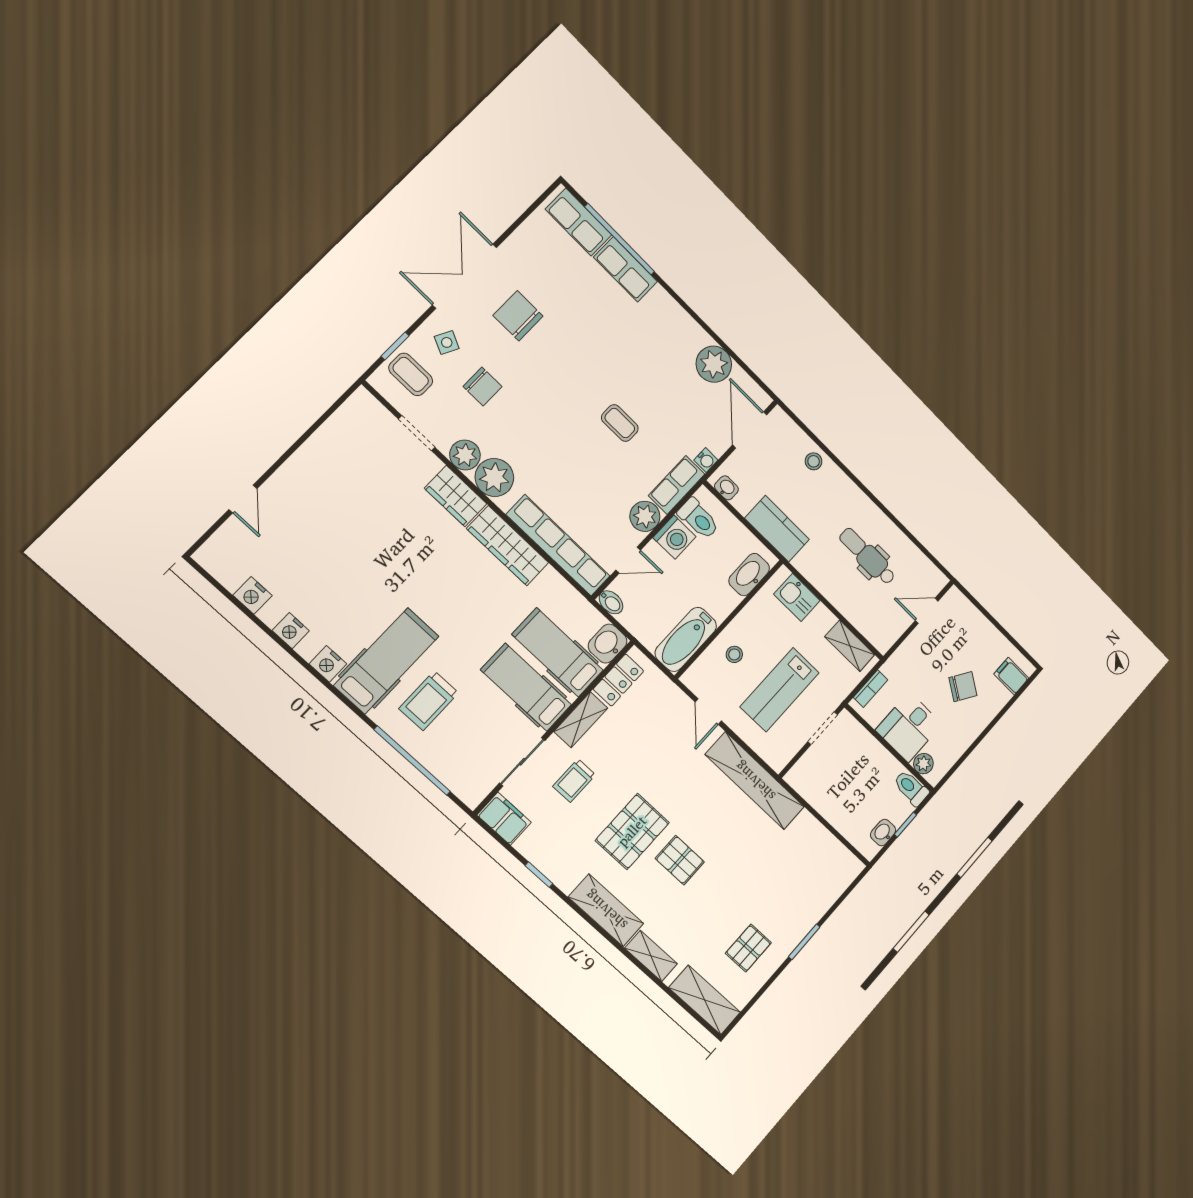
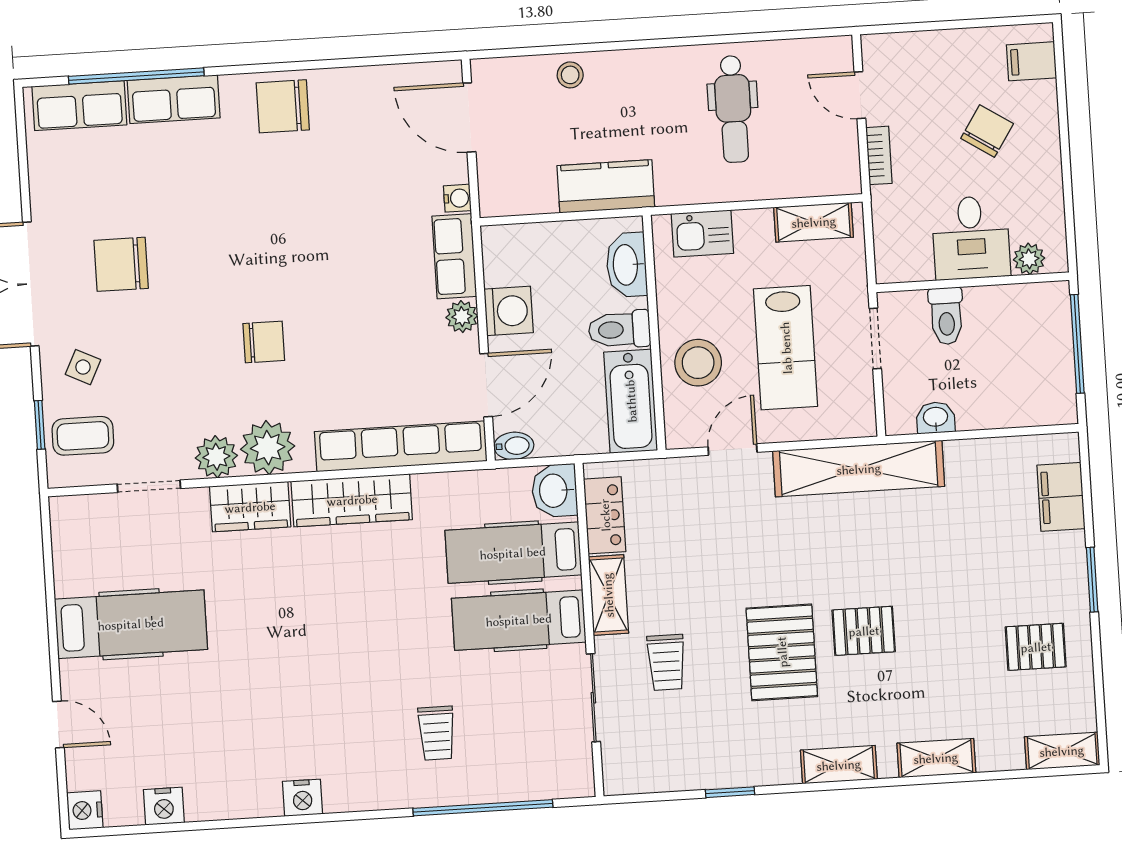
chair: (672, 330) -> (283, 106), added
plant: (714, 364) -> (362, 93), removed
chair: (483, 387) -> (264, 342), moved
coffee table: (620, 423) -> (332, 258), removed
washbasin: (726, 488) -> (508, 203), removed
plant: (645, 516) -> (462, 317), width x0.73, depth x0.73
toilet: (698, 519) -> (619, 329), moved, turned 180
dental chair: (867, 556) -> (733, 109), turned -90
door: (628, 560) -> (486, 385), width x1.38
door: (927, 611) -> (860, 95), hinge flipped
nightstand: (291, 631) -> (85, 810), moved, turned 90
stool: (734, 654) -> (698, 363), width x1.89, depth x1.89
hospital bed: (386, 661) -> (131, 624), moved, turned 90
bookcase: (871, 689) -> (879, 155), moved
trolley: (429, 701) -> (437, 733), width x0.73, depth x0.72
door: (708, 712) -> (733, 450), swing flipped
toilet: (911, 788) -> (946, 316), moved, turned -90
filing cabinet: (504, 819) -> (1061, 497), moved, turned -90
window: (905, 825) -> (1077, 344), width x2.17
washbasin: (883, 833) -> (936, 418), moved, turned 90
shelving: (606, 910) -> (839, 765), width x0.67, depth x0.75
pallet: (748, 948) -> (1036, 647), turned 90
shelving: (705, 1000) -> (1062, 751), width x0.67, depth x0.75

